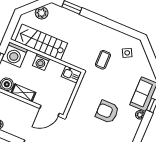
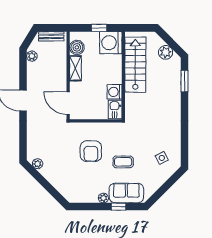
coffee table: (103, 60) -> (123, 162), moved
washing machine: (41, 62) -> (115, 92), moved
armchair: (107, 112) -> (91, 151), moved, turned 180

